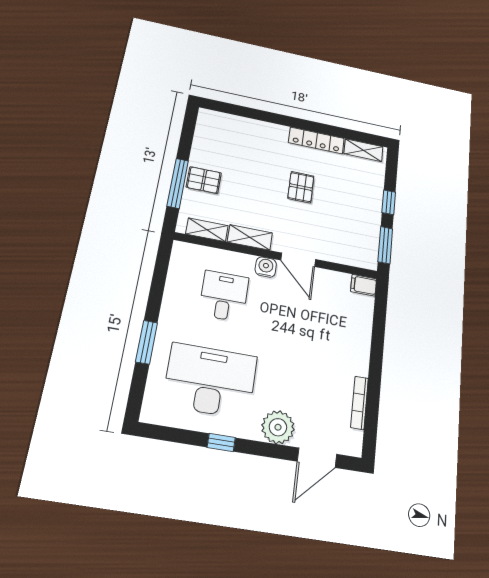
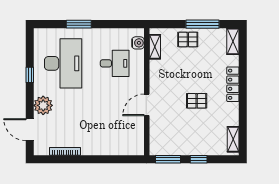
locker: (316, 140) -> (233, 84), moved
pallet: (204, 180) -> (188, 40), turned 90
window: (178, 183) -> (202, 24), moved
shelving: (250, 237) -> (233, 41), moved
water cooler: (266, 267) -> (138, 43), moved
filing cabinet: (364, 285) -> (138, 148), removed

